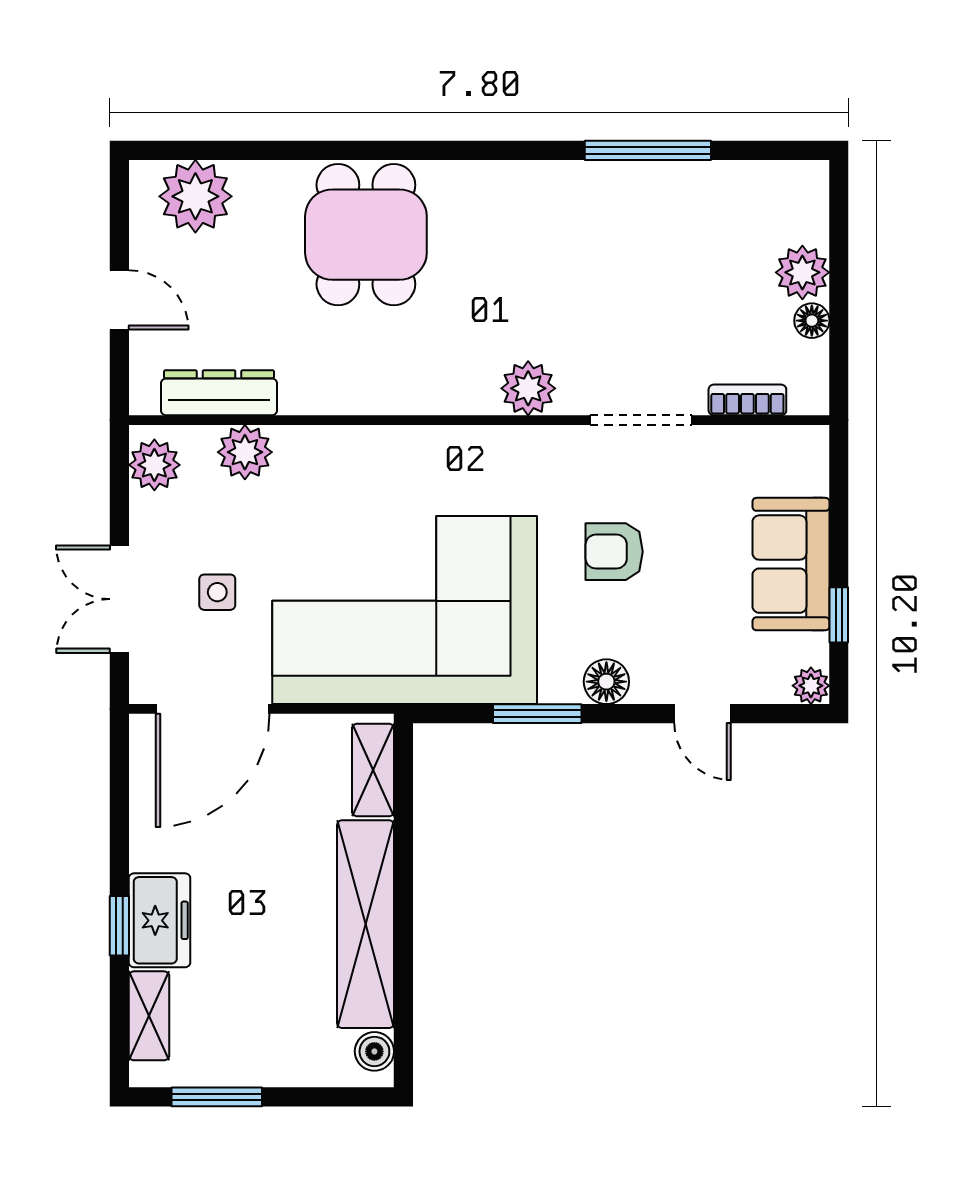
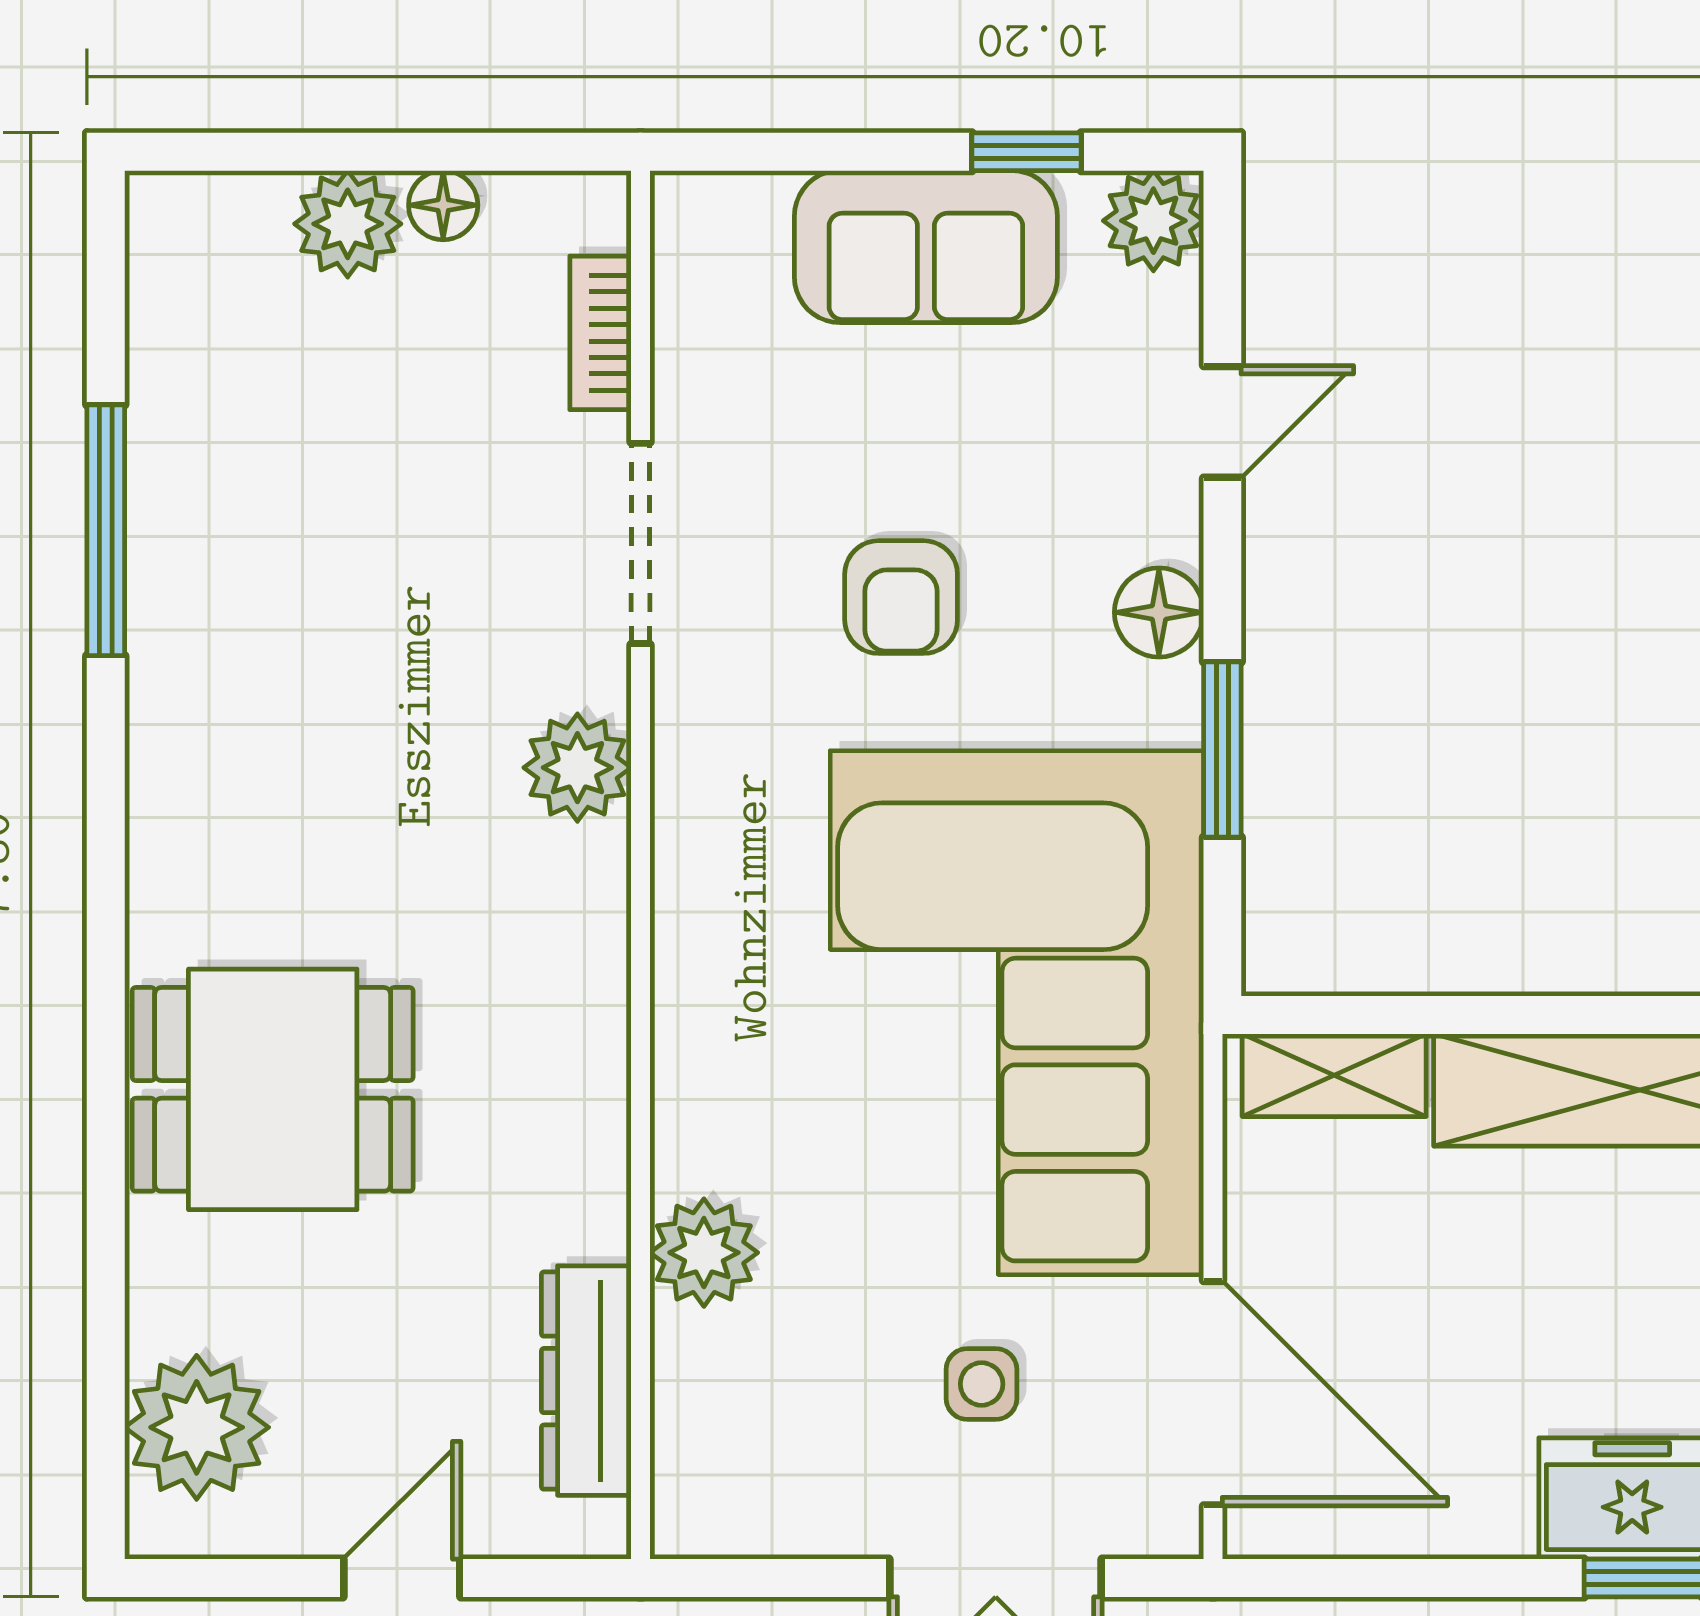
plant: (245, 452) -> (704, 1253), moved
plant: (154, 465) -> (729, 1509), removed
plant: (811, 686) -> (1153, 221), width x1.38, depth x1.38

